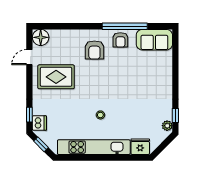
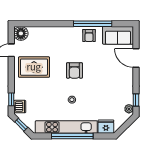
armchair: (94, 50) -> (74, 70), moved
door: (175, 66) -> (136, 58), added
window: (101, 158) -> (72, 136), added

